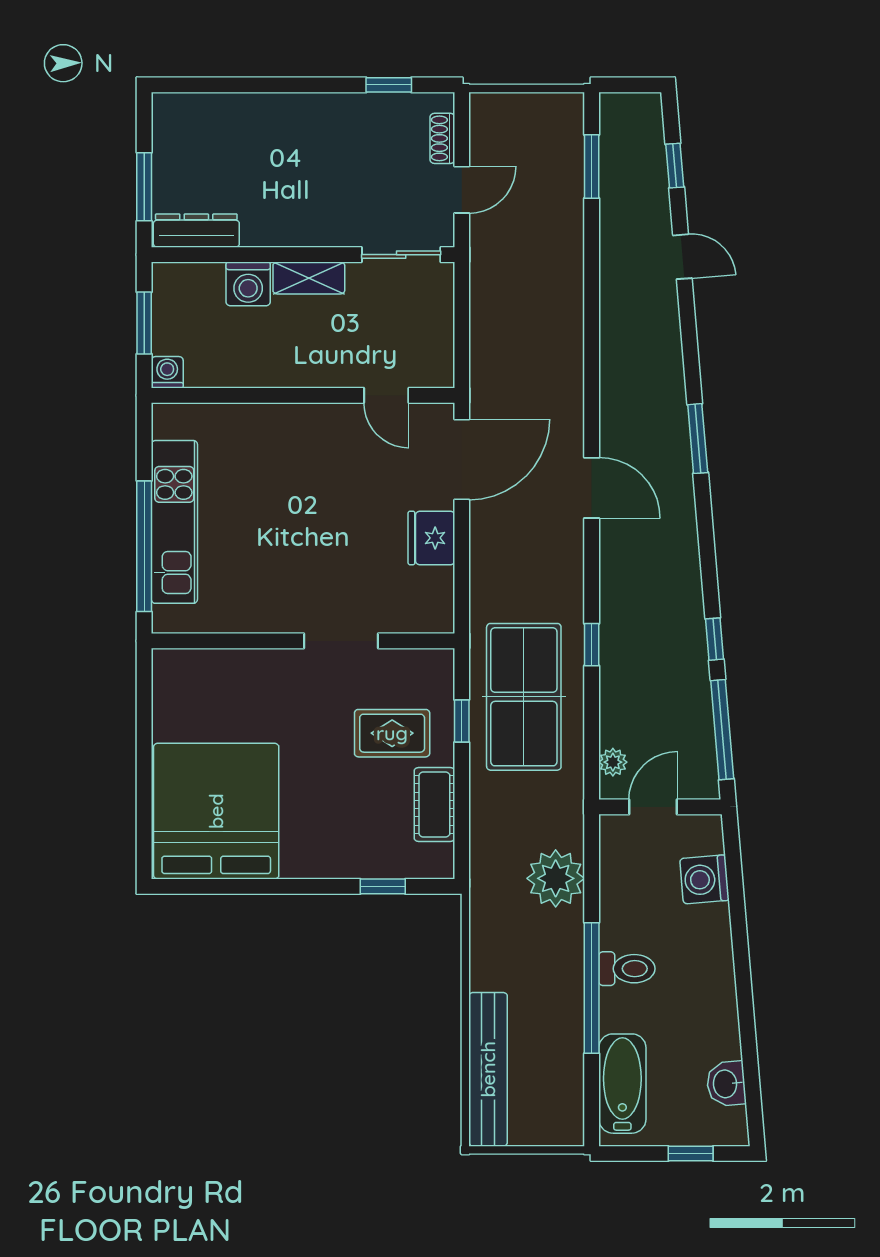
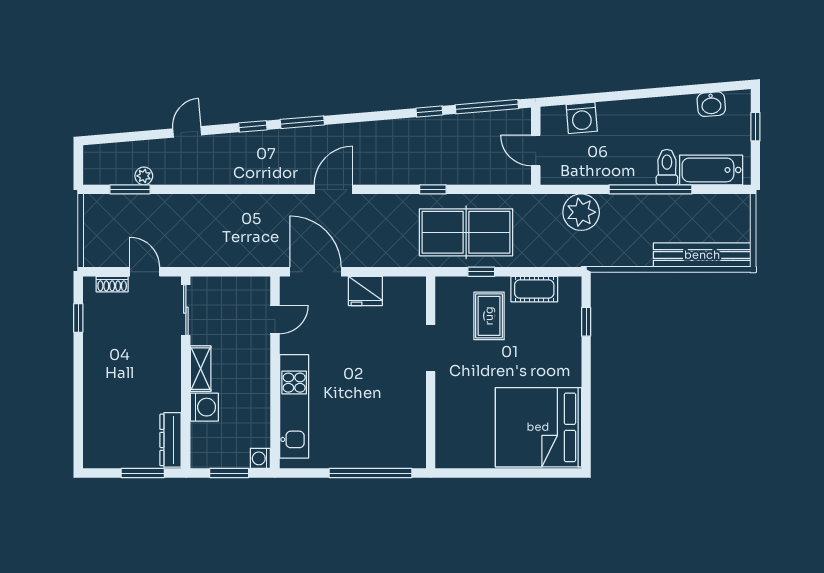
window: (675, 166) -> (253, 126), moved
kitchen unit: (174, 522) -> (294, 406), moved, turned 90
plant: (613, 762) -> (144, 176), moved
toilet: (627, 969) -> (667, 167), moved

